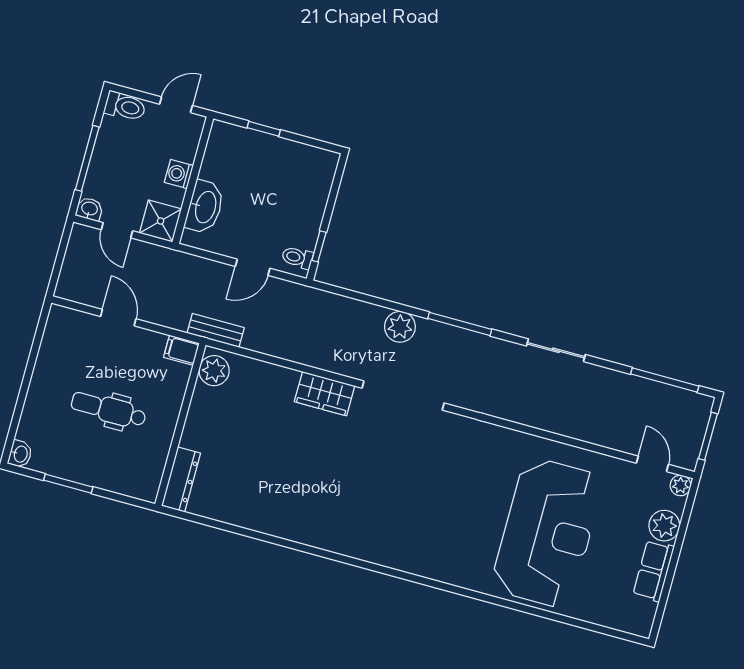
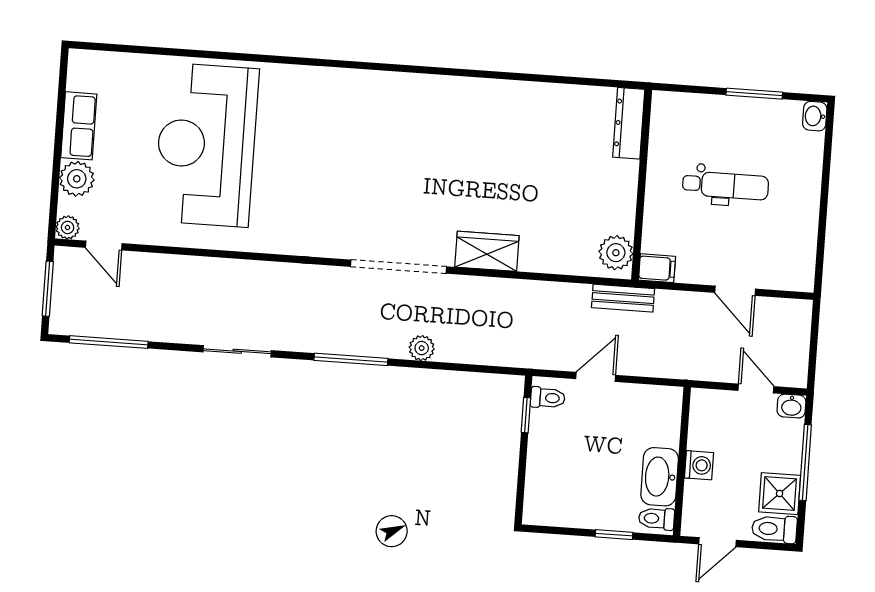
toilet: (224, 135) -> (656, 519), added
washbasin: (205, 207) -> (660, 477), moved
shower: (161, 221) -> (780, 494), moved
plant: (400, 327) -> (422, 348), width x0.73, depth x0.73

